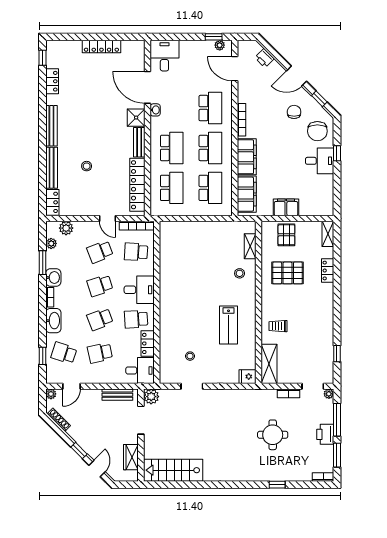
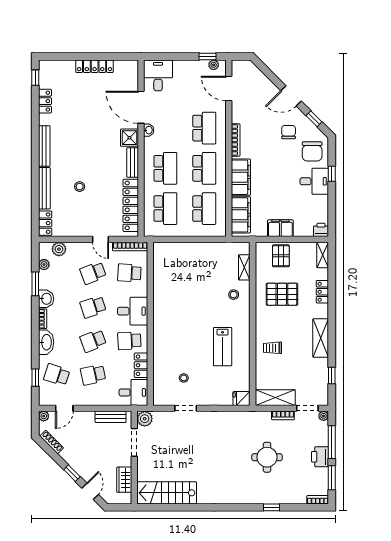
printer: (265, 58) -> (321, 230), moved, turned 135
shelving: (326, 316) -> (321, 338), added
shelving: (269, 364) -> (275, 398), moved, turned 90

